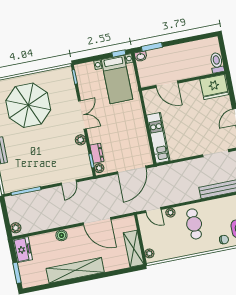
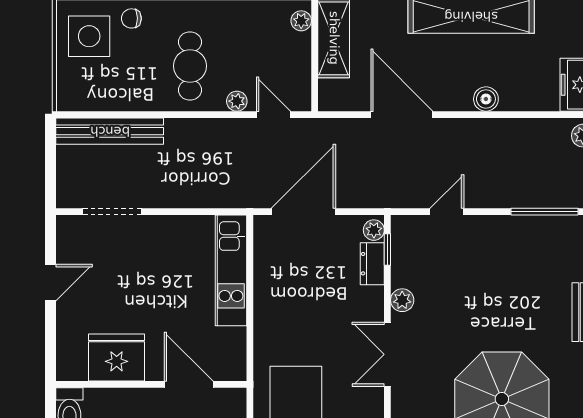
fridge: (214, 87) -> (117, 358), moved

